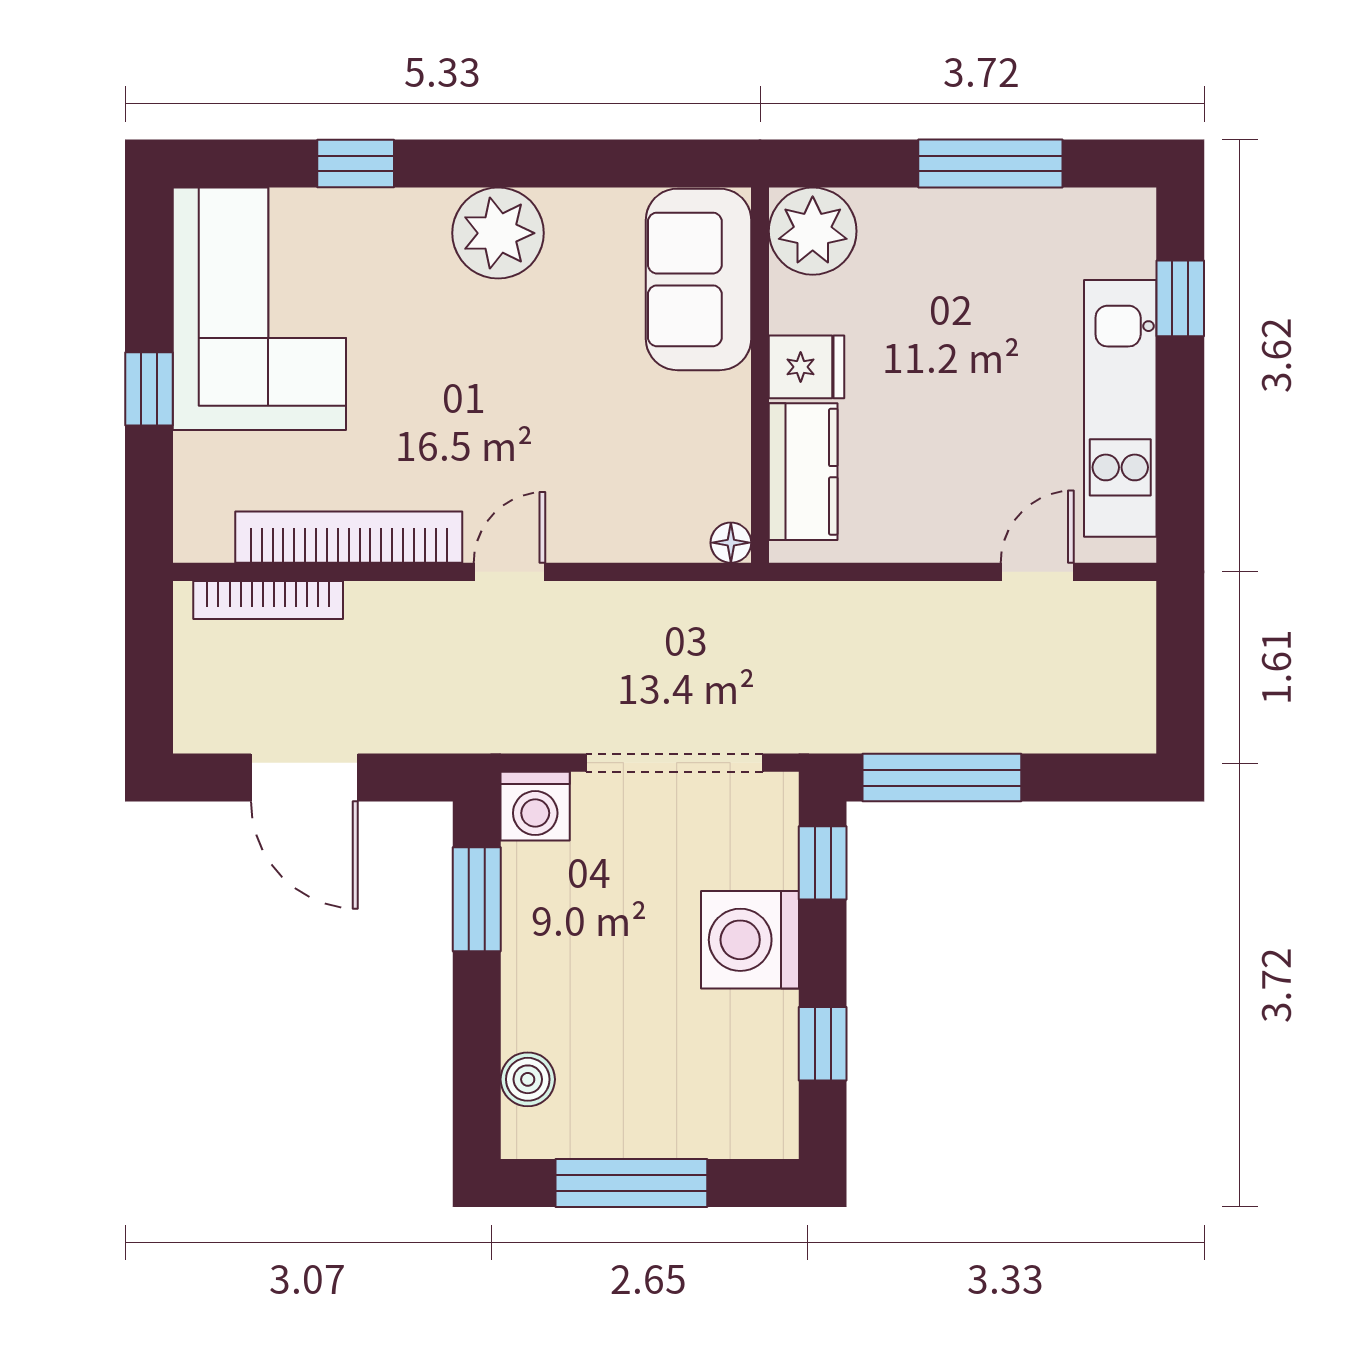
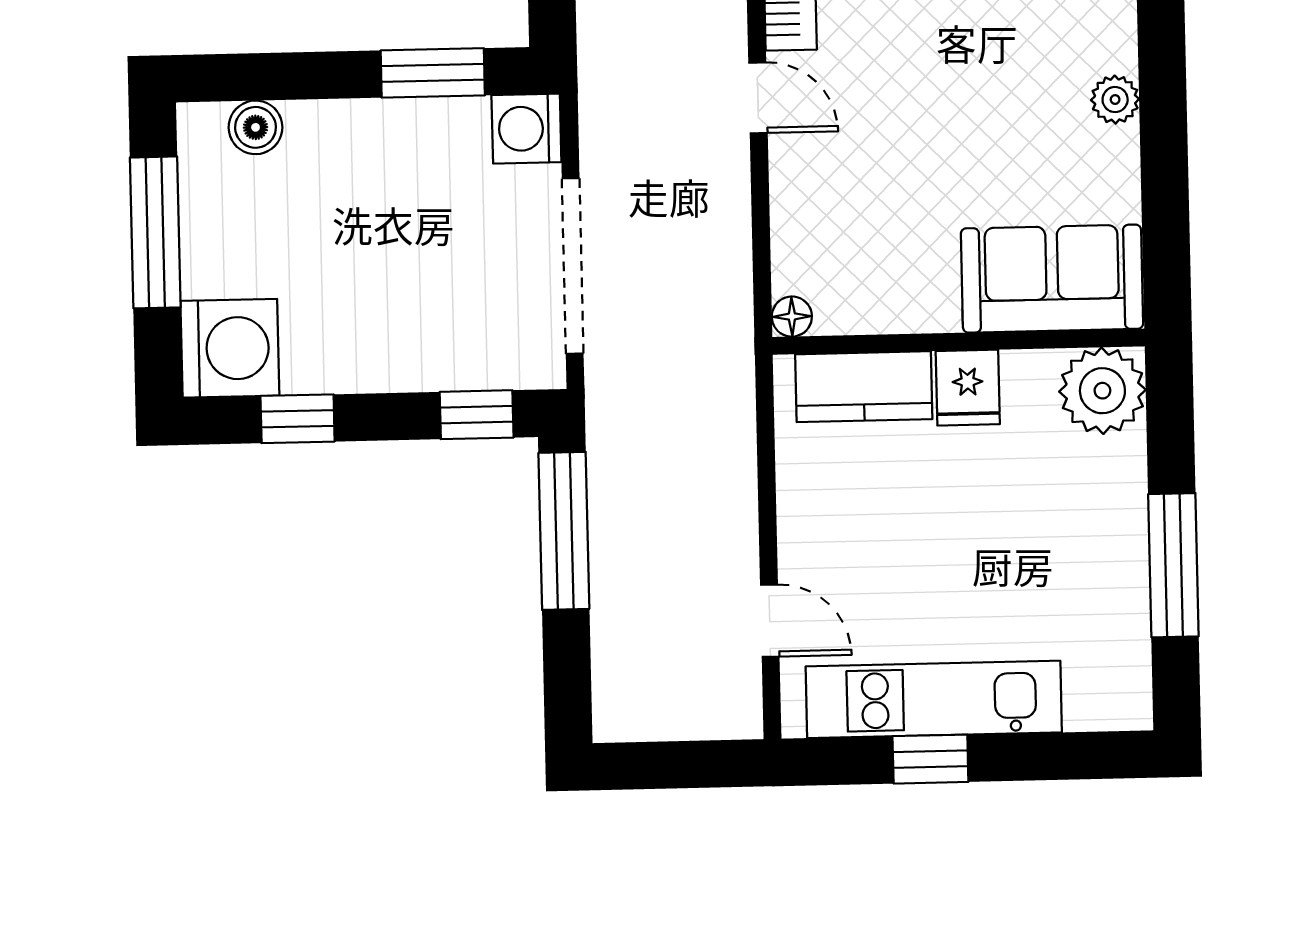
plant: (498, 233) -> (1115, 100), width x0.53, depth x0.53
window: (1180, 298) -> (930, 759), moved
washing machine: (750, 940) -> (230, 348), moved, turned 90

